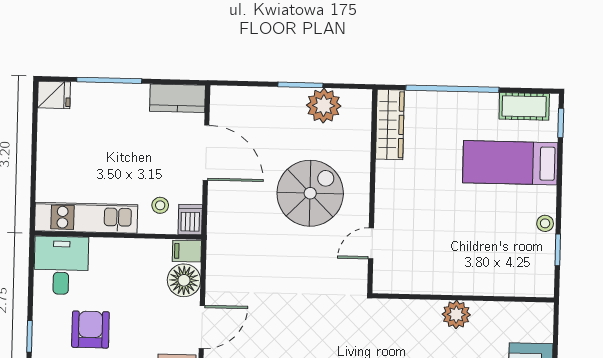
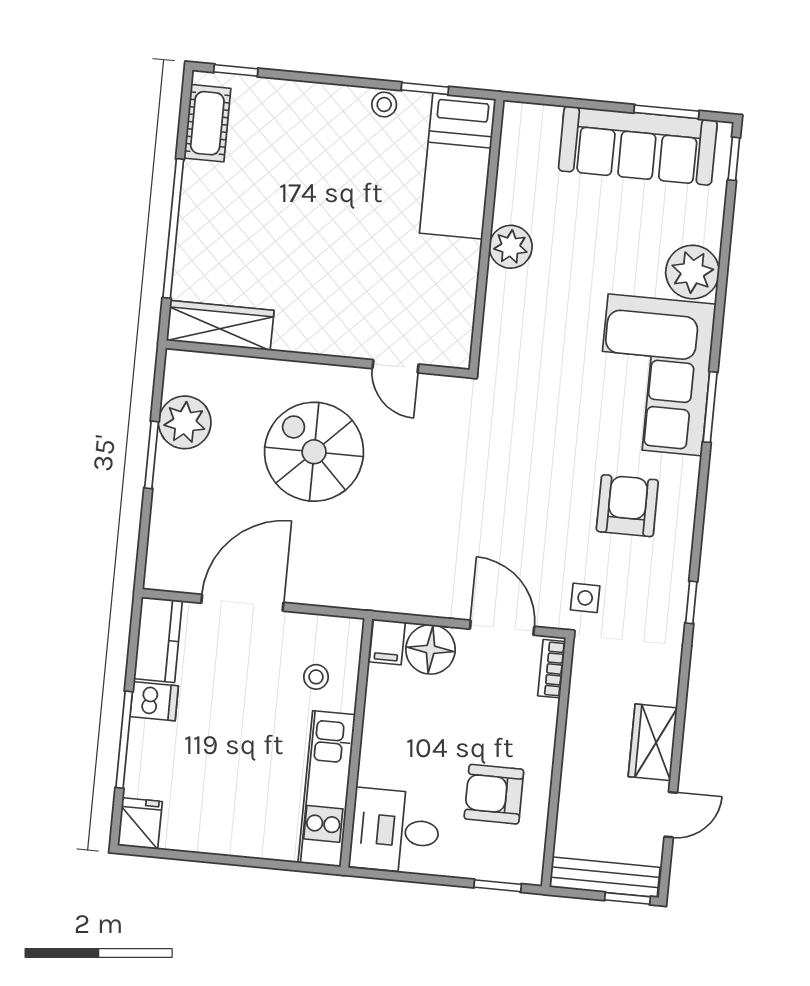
bed: (510, 163) -> (458, 166), moved
dishwasher: (190, 220) -> (154, 701), moved, turned 180

